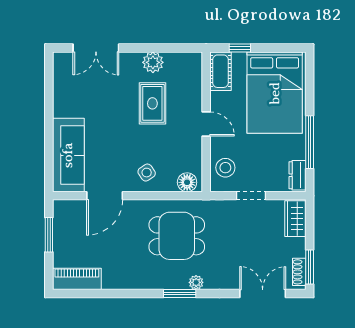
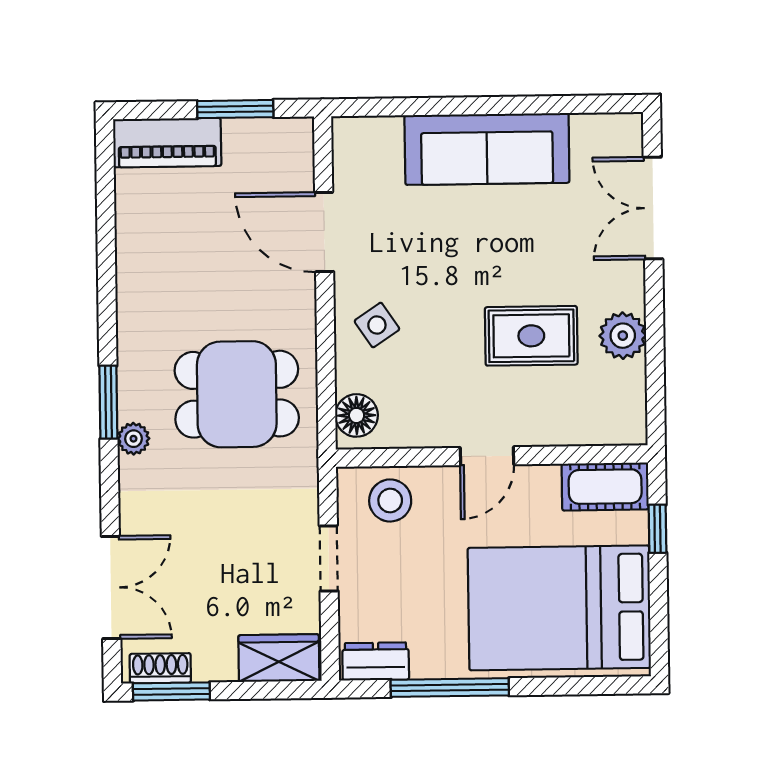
sofa: (68, 155) -> (487, 149), moved
dining table: (177, 236) -> (237, 394), turned 90
piano: (77, 279) -> (167, 143), moved, turned 90

